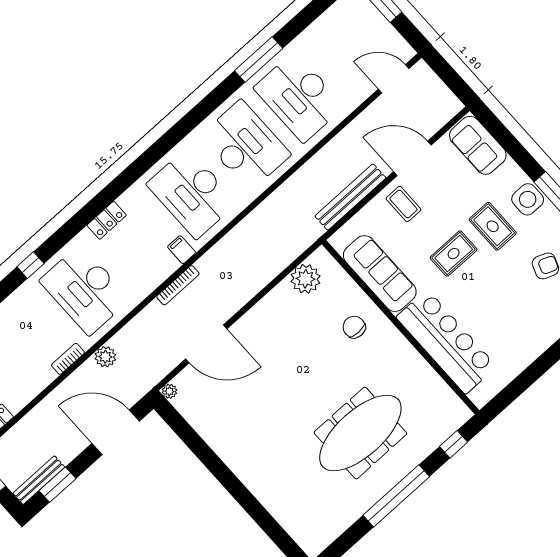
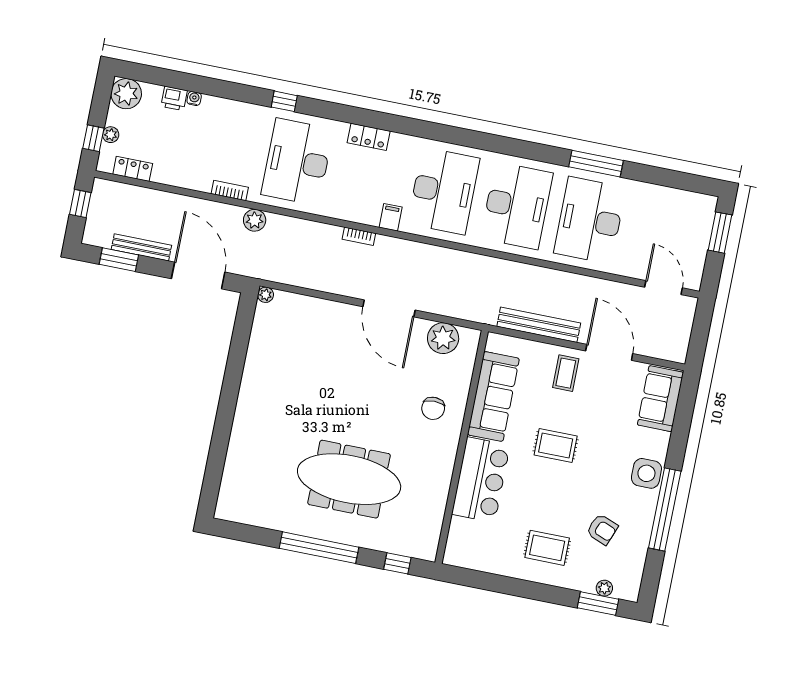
desk: (192, 193) -> (444, 191), turned 180
rug: (493, 226) -> (547, 548), moved, turned 90
bookcase: (178, 285) -> (359, 236), width x0.64
chair: (354, 327) -> (433, 408), turned 180
bar counter: (446, 342) -> (481, 480), width x0.73
door: (206, 344) -> (389, 308), moved
bench: (39, 480) -> (141, 247), moved

